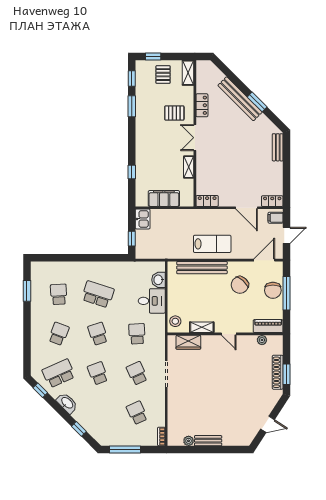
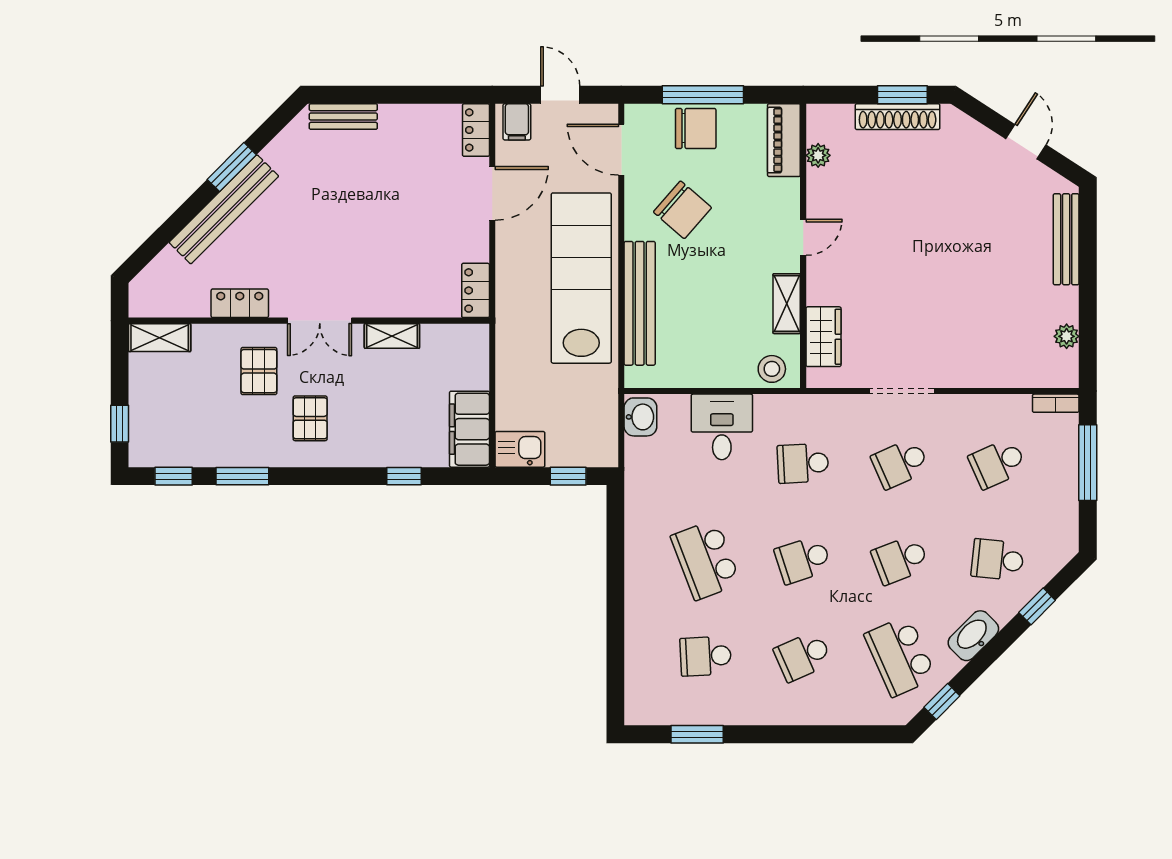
pallet: (163, 75) -> (310, 418), moved, turned 90
filing cabinet: (164, 199) -> (470, 429), moved
lab bench: (212, 244) -> (581, 278), width x1.86, depth x1.39
washbasin: (159, 280) -> (640, 417), moved, turned -90
school desk: (98, 294) -> (706, 560), turned -39
school desk: (59, 334) -> (803, 656), turned -45
school desk: (98, 413) -> (998, 560), added
bench: (208, 441) -> (1066, 239), moved, width x1.36
window: (125, 449) -> (1088, 463), moved

